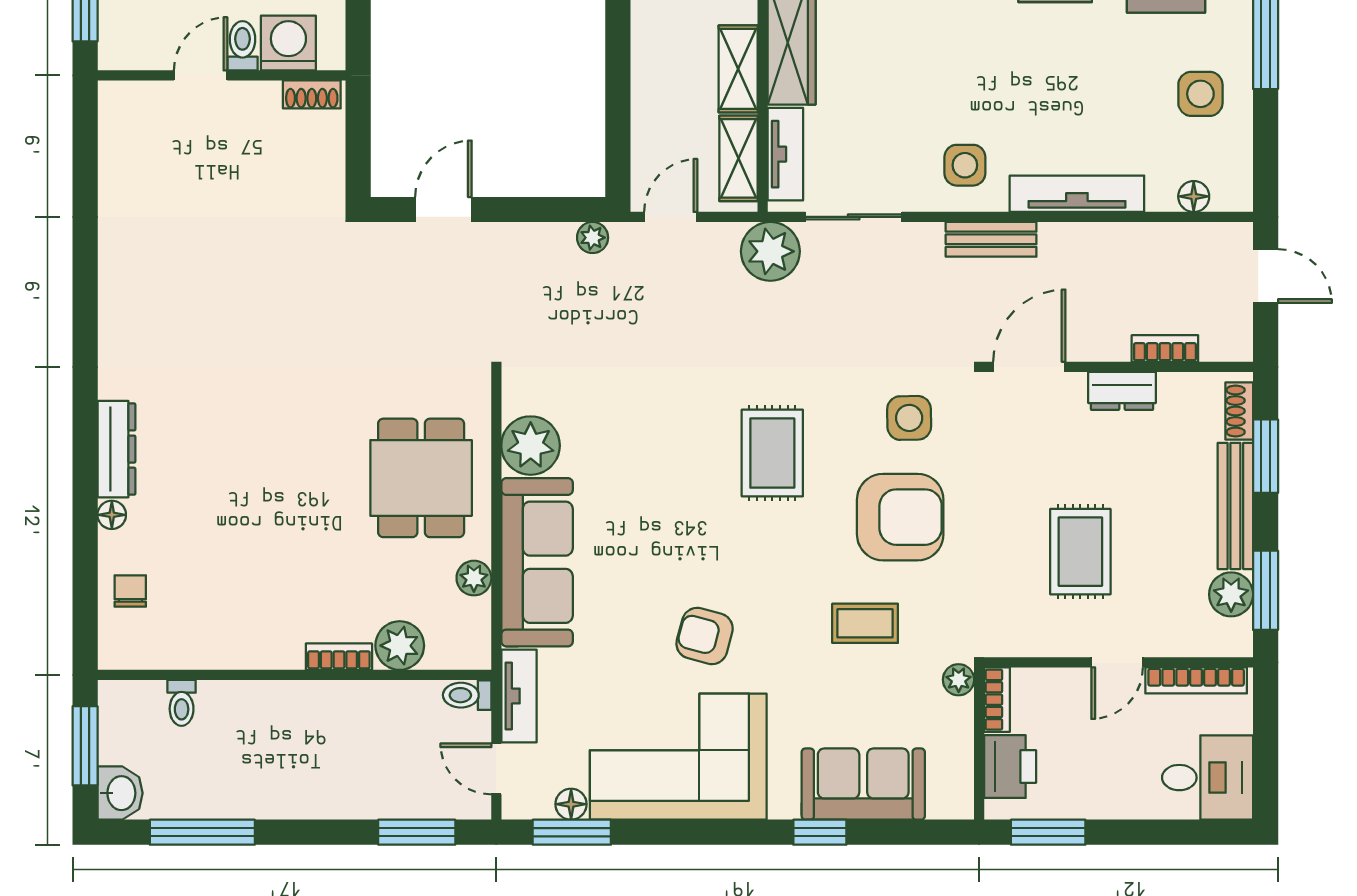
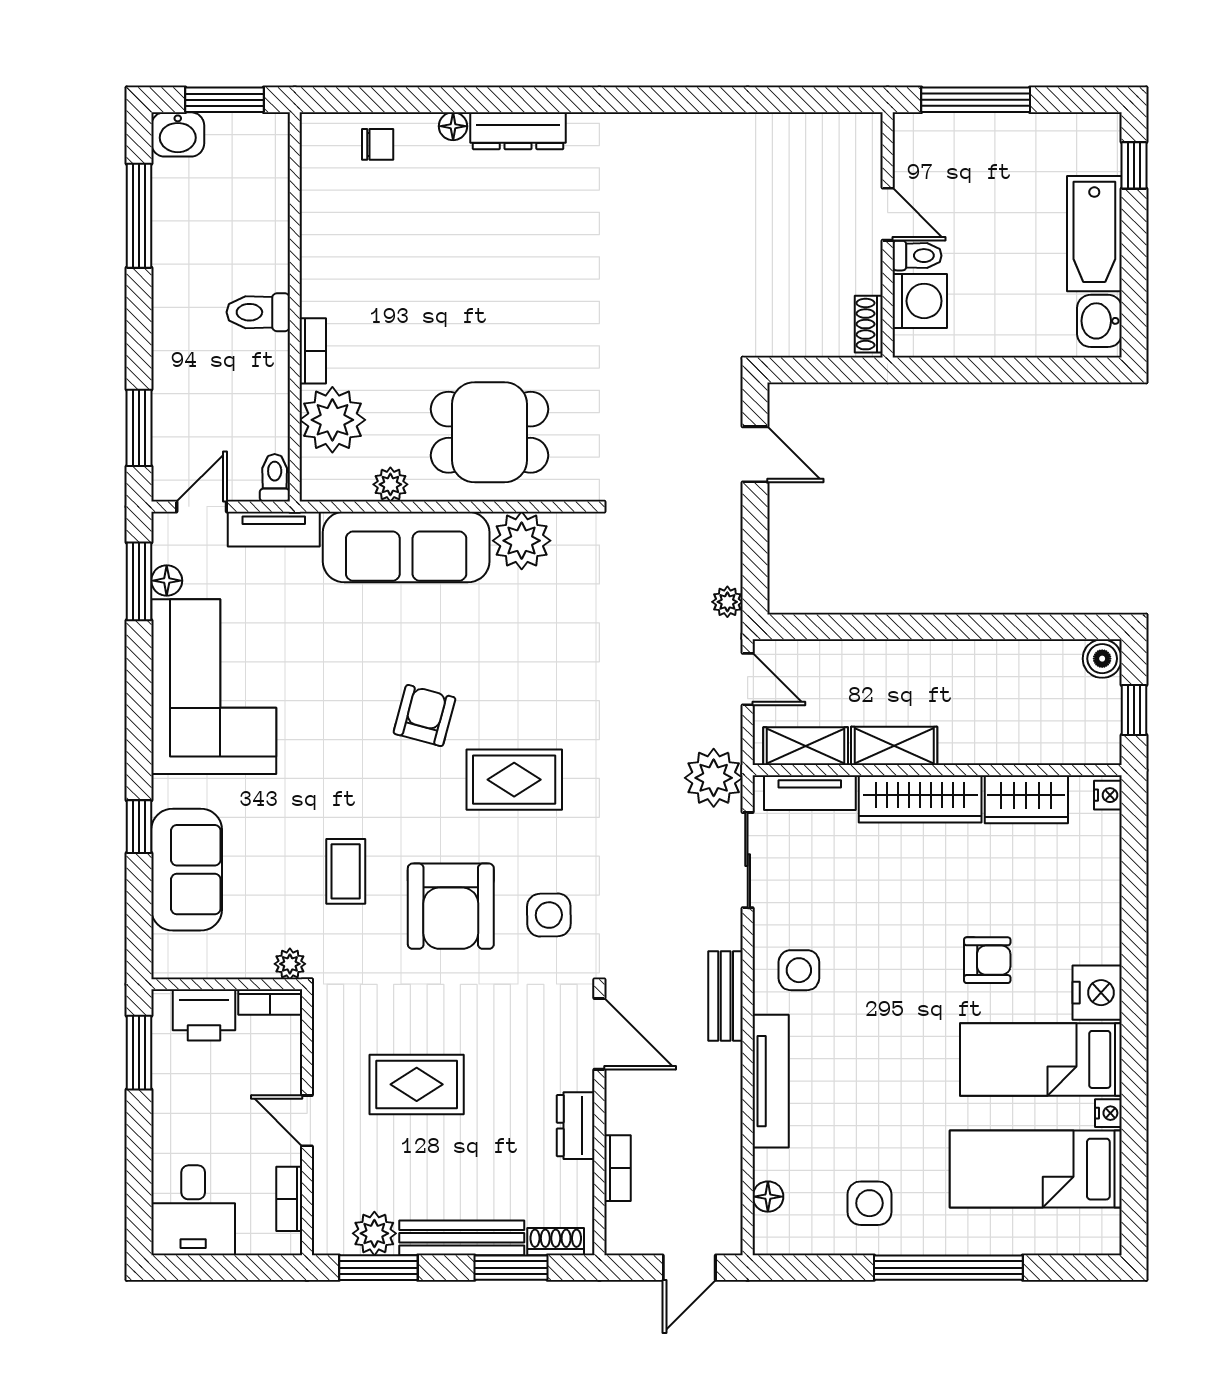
armchair: (705, 636) -> (424, 716), moved
plant: (400, 646) -> (332, 420), width x1.36, depth x1.36
bookcase: (1196, 680) -> (289, 1199), width x0.64
toilet: (182, 703) -> (258, 312), moved, width x1.37, depth x1.39

